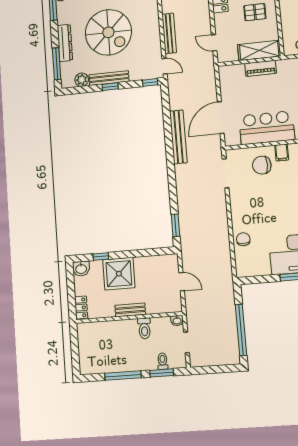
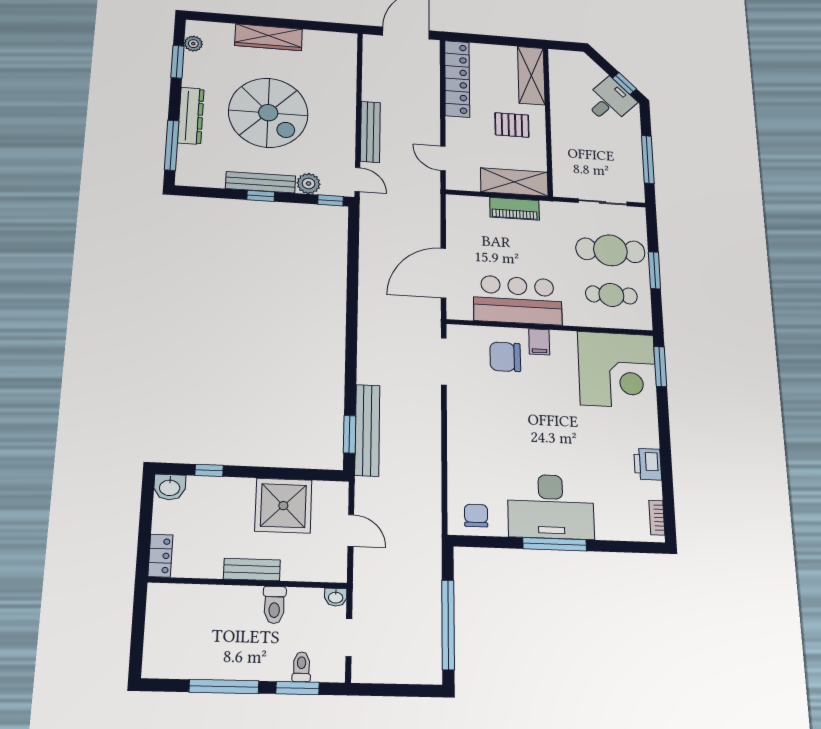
plant: (82, 80) -> (309, 184), moved
bench: (178, 137) -> (367, 430), moved
chair: (243, 239) -> (476, 516), moved
shower: (119, 274) -> (283, 506), moved

